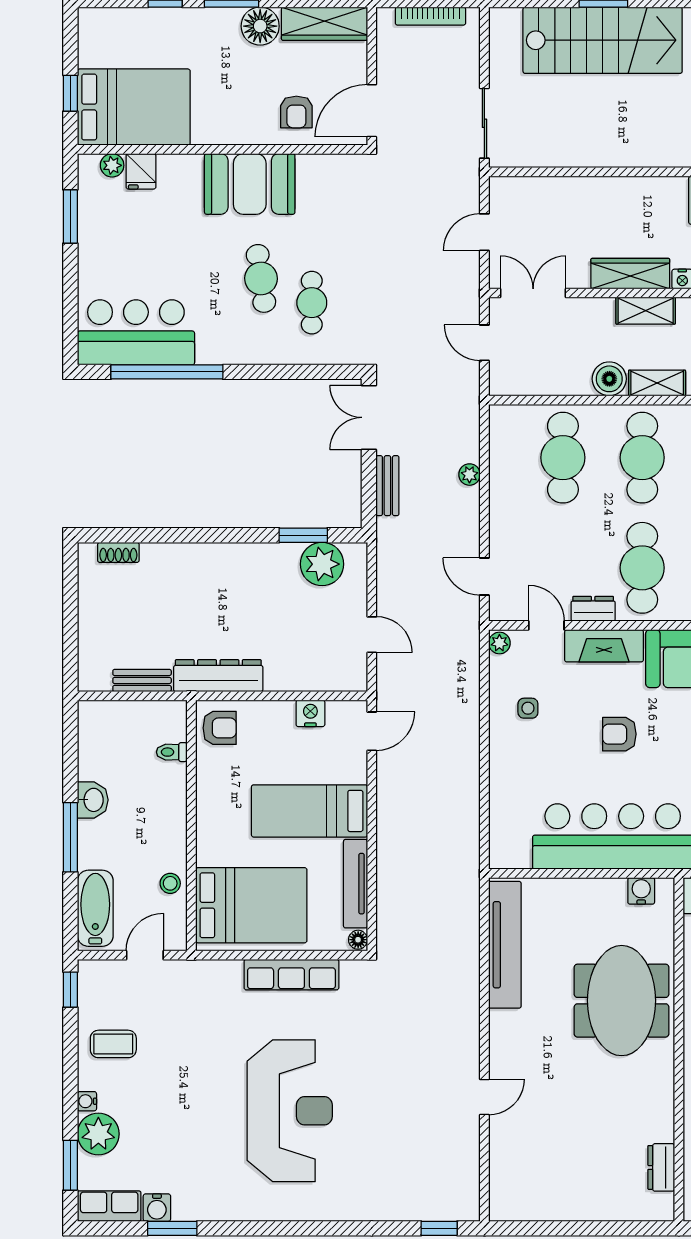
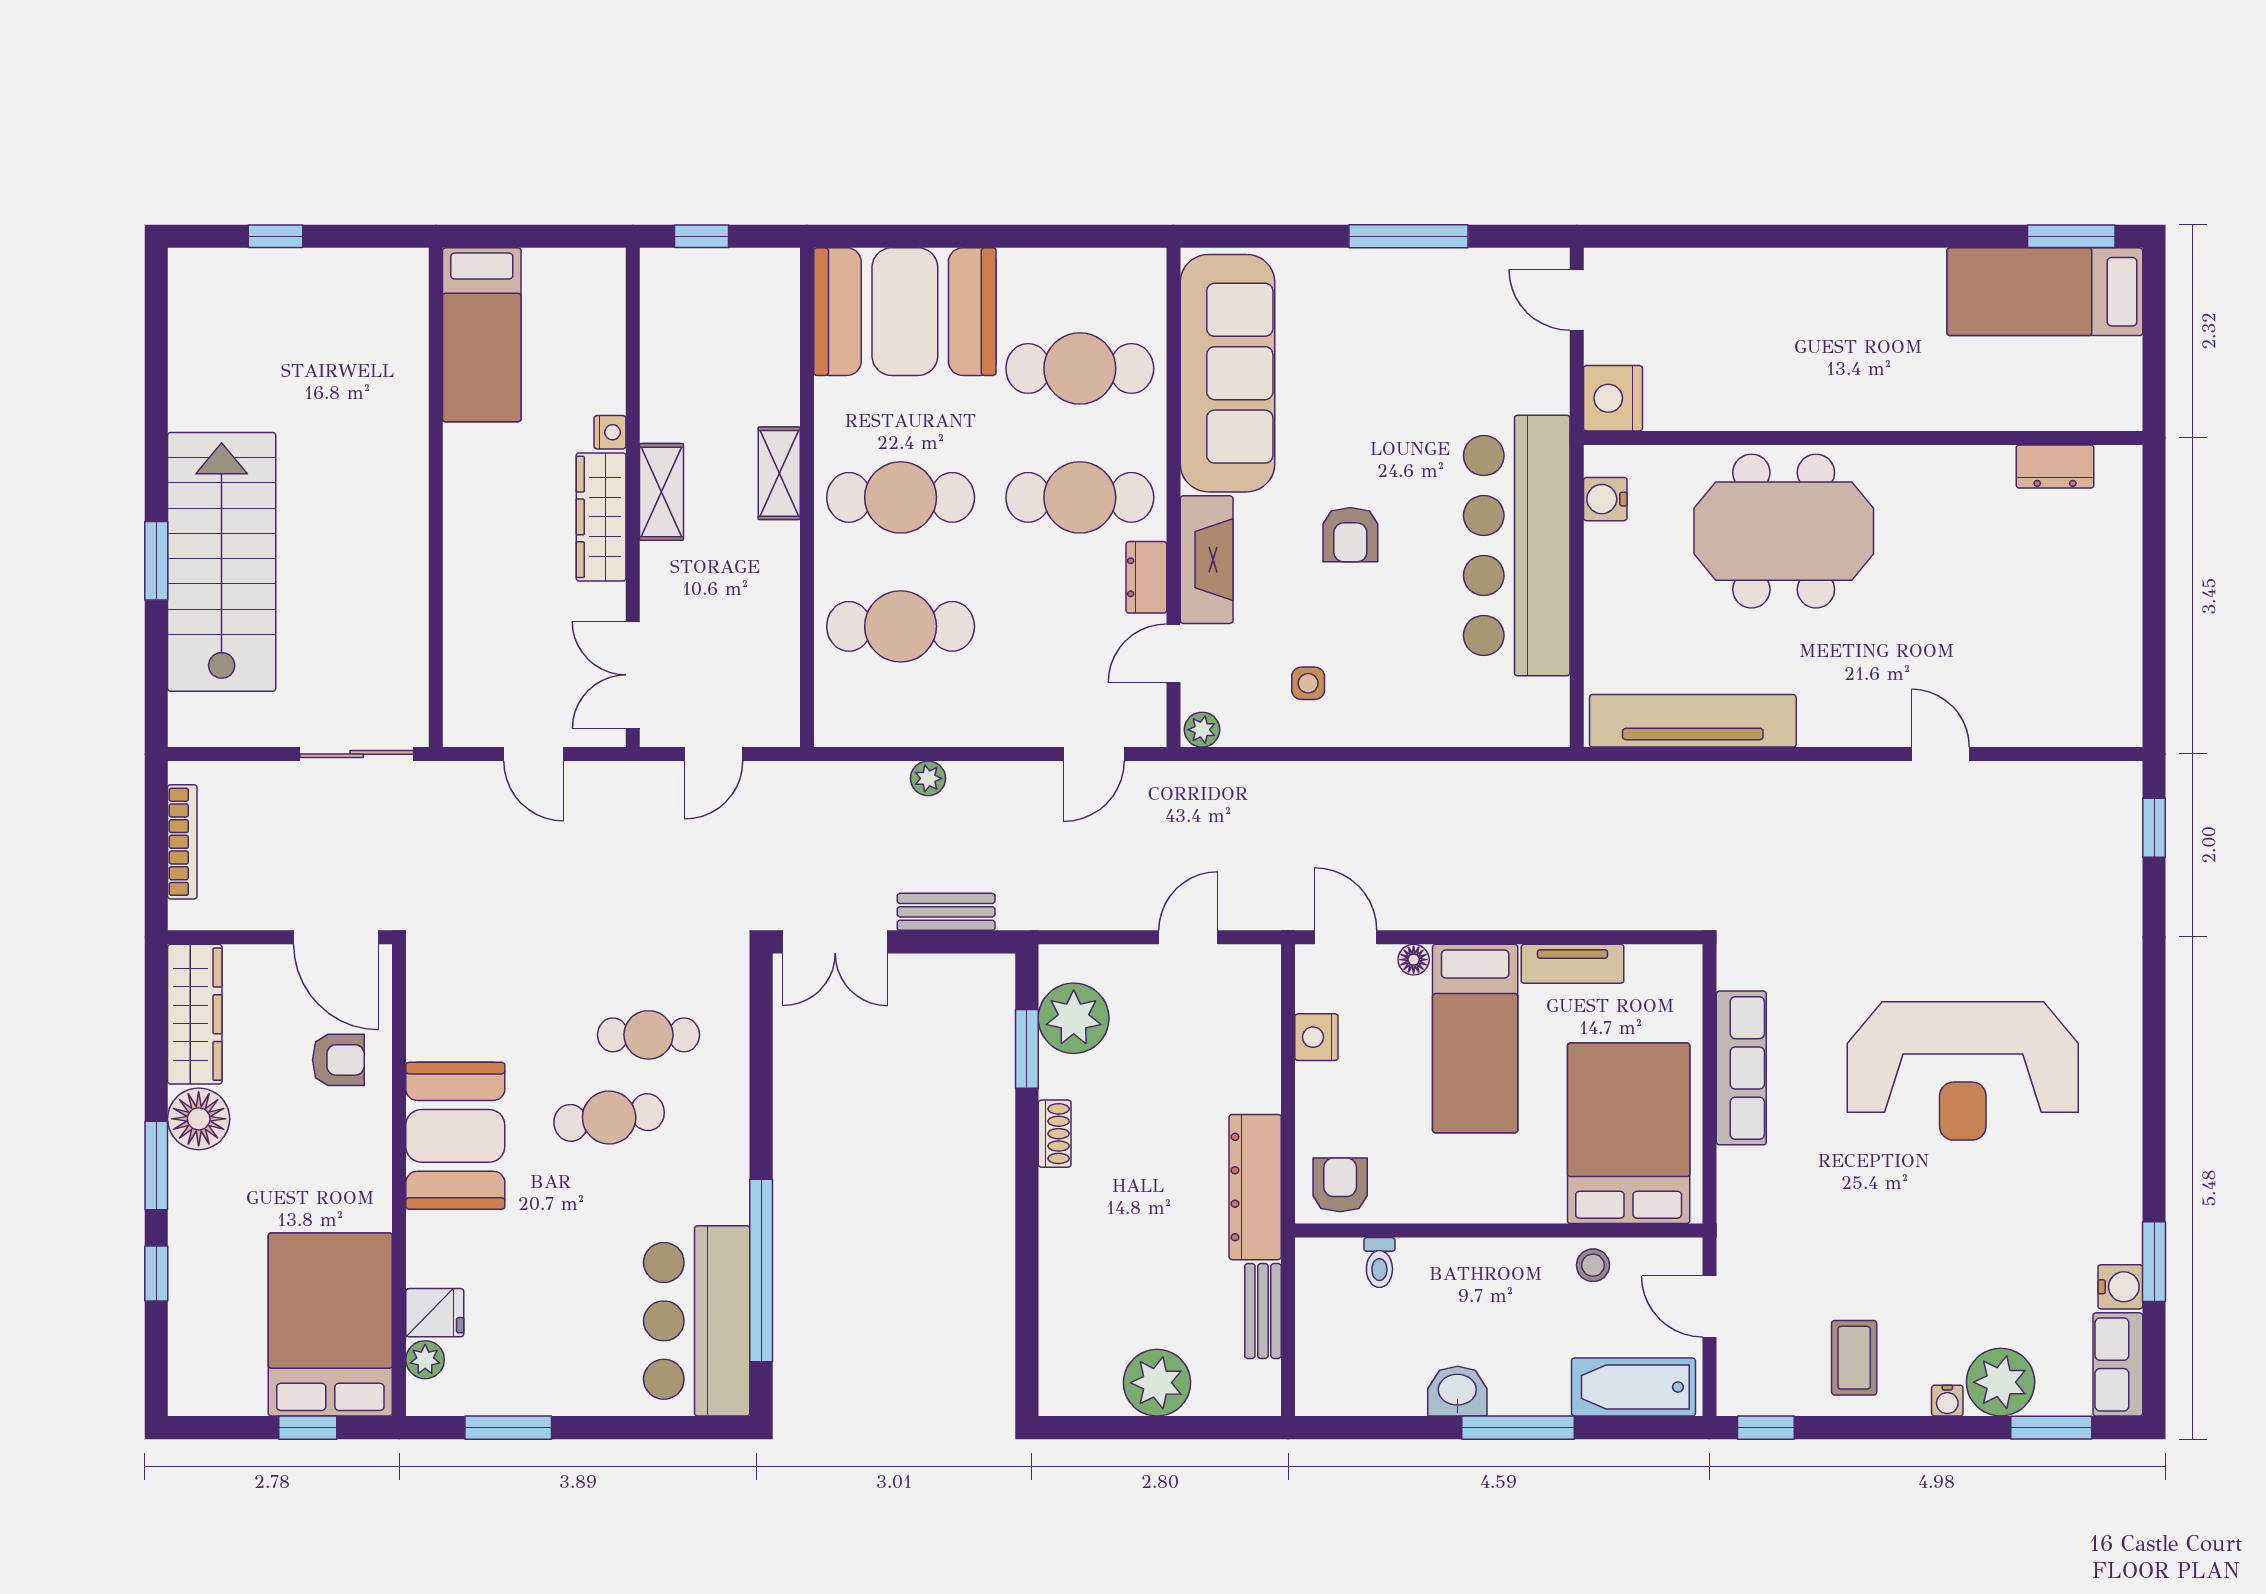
boiler: (609, 379) -> (772, 551), removed
shoe rack: (118, 552) -> (1055, 1134), moved
plant: (98, 615) -> (1157, 1383), added
tv unit: (356, 884) -> (1572, 964), width x0.71
floor lamp: (358, 940) -> (1414, 960), moved
reception desk: (290, 1111) -> (1963, 1071), turned 180

